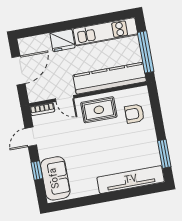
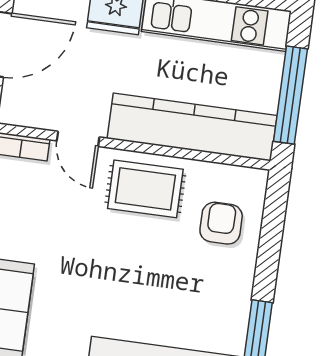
armchair: (134, 114) -> (221, 223), turned 90

